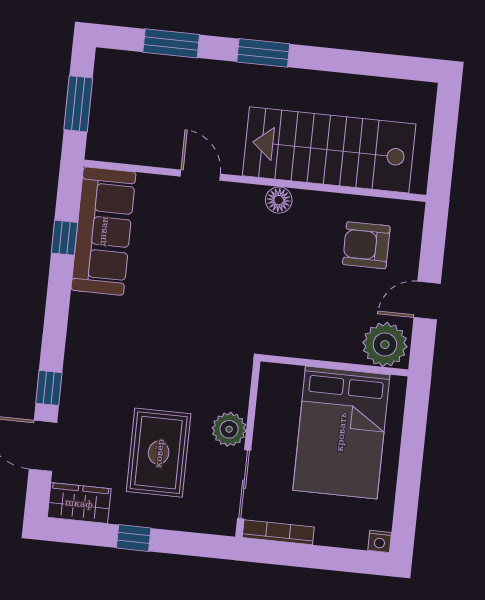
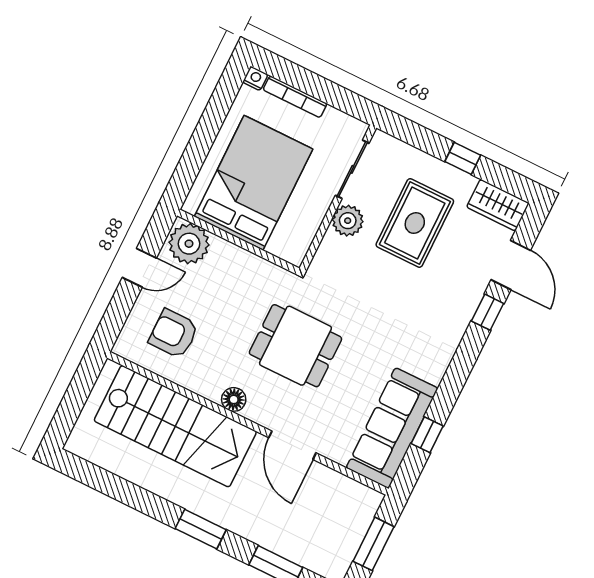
door: (200, 175) -> (292, 445), width x1.38
armchair: (366, 245) -> (174, 334), turned 180
dining table: (235, 280) -> (295, 346), added
bookcase: (278, 532) -> (295, 97), moved

